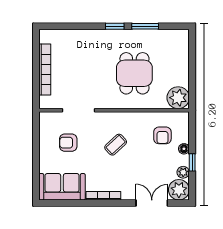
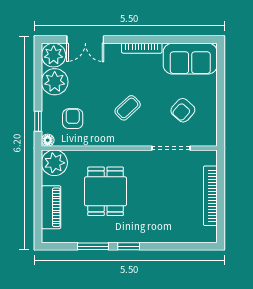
piano: (181, 60) -> (51, 207), added
armchair: (68, 143) -> (183, 110), turned 132
floor lamp: (184, 149) -> (48, 140), moved
window: (192, 162) -> (38, 121), moved
plant: (183, 172) -> (55, 82), width x1.87, depth x1.87

